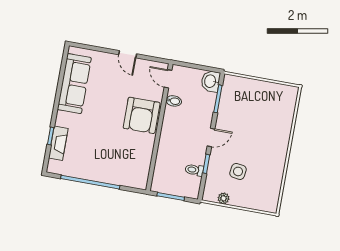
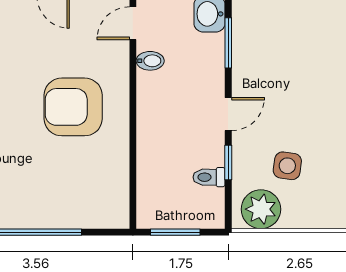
door: (168, 79) -> (133, 23), hinge flipped
armchair: (142, 115) -> (73, 107), moved, turned 90
plant: (224, 198) -> (261, 209), width x1.88, depth x1.88

